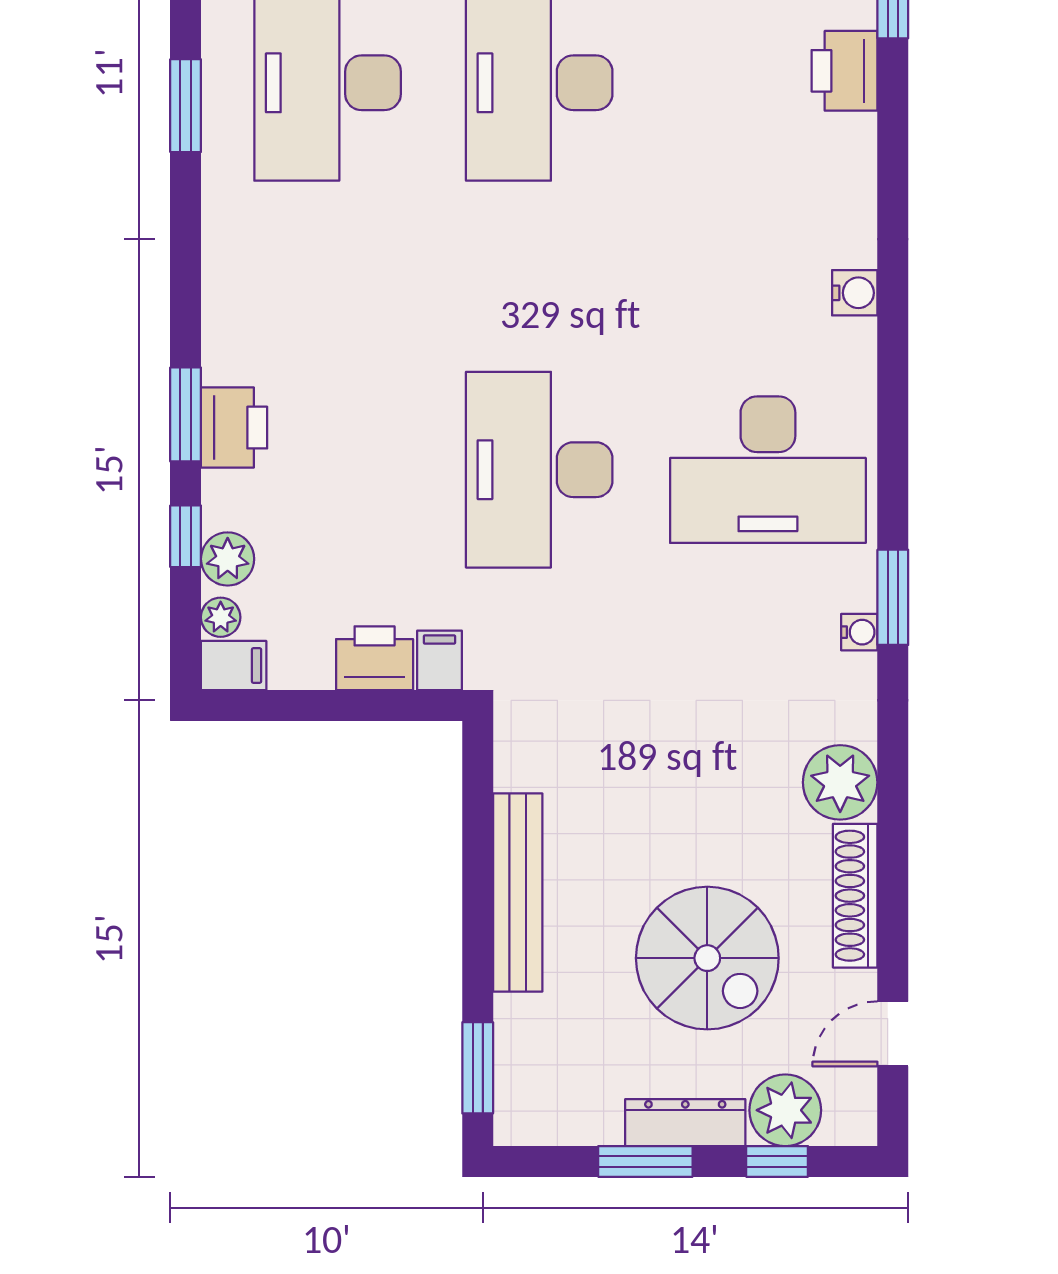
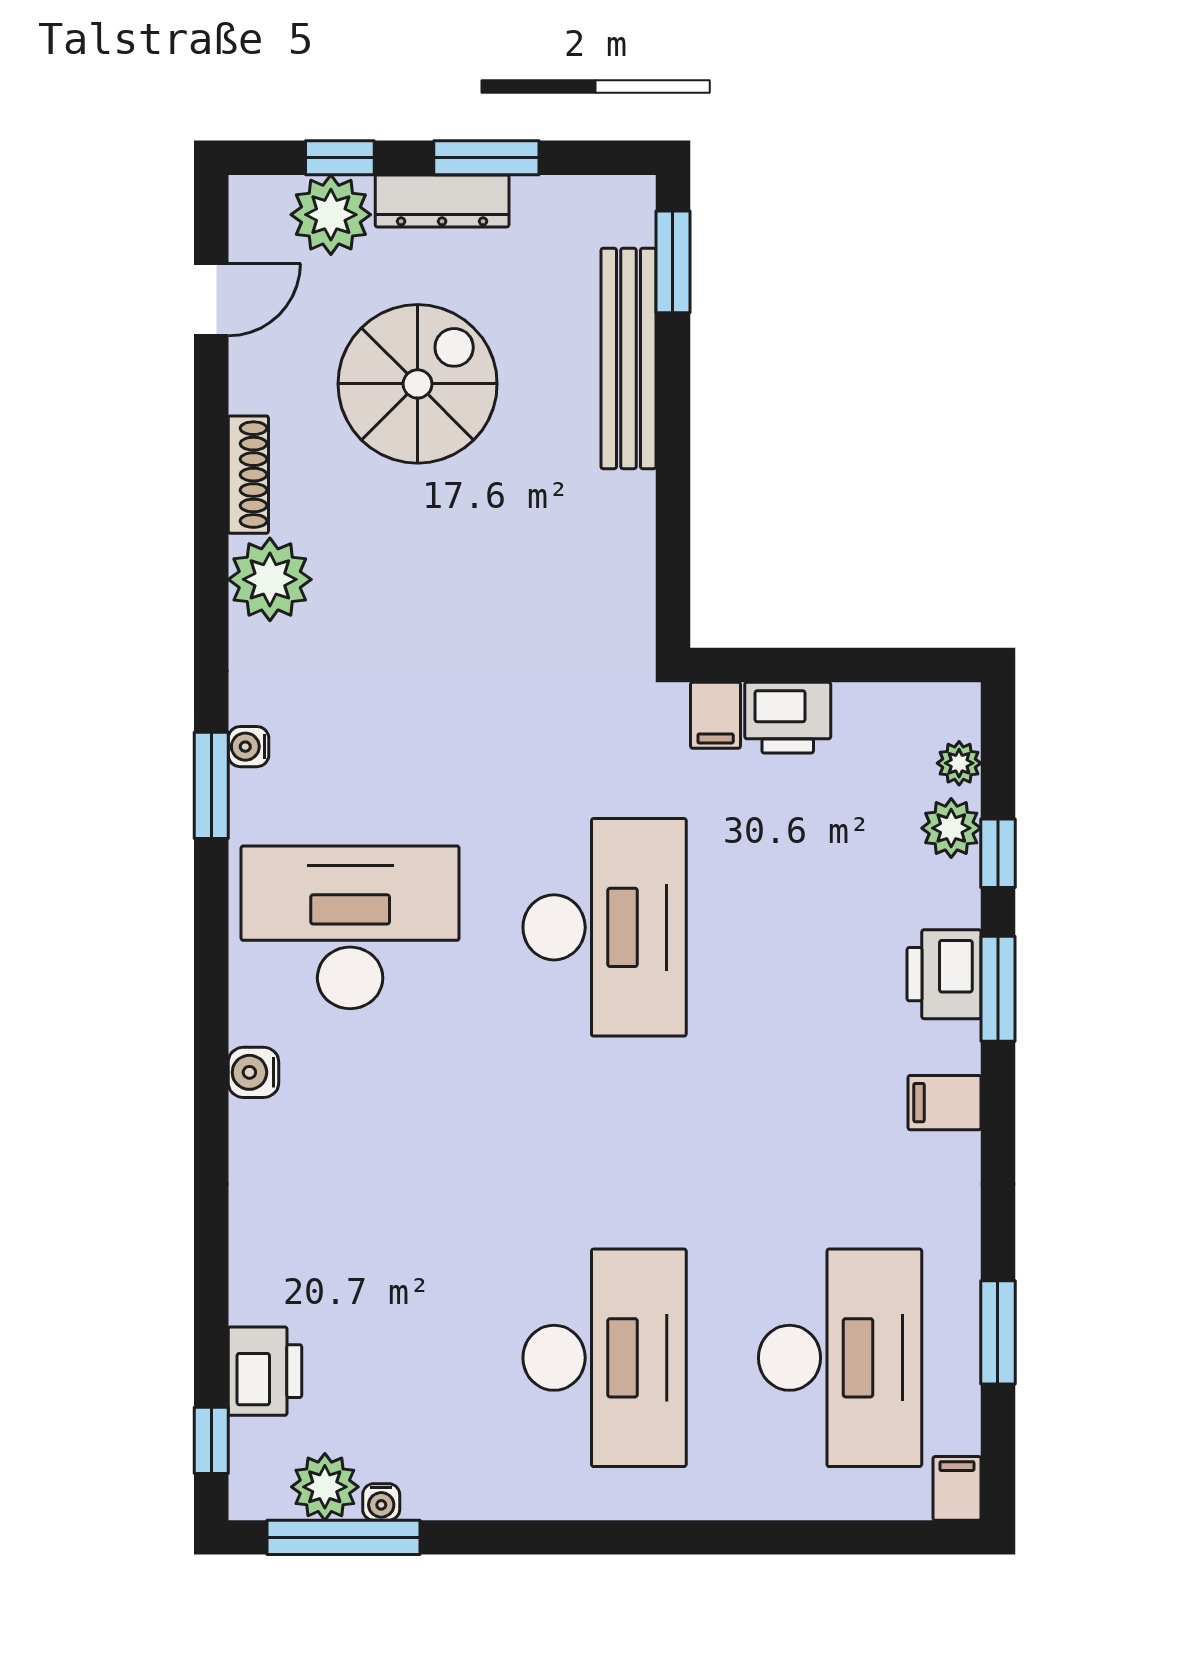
water cooler: (855, 293) -> (253, 1072), moved
filing cabinet: (234, 666) -> (945, 1103), moved
bench: (518, 892) -> (628, 358), moved
shoe rack: (855, 896) -> (248, 475), width x0.74, depth x0.81
spiral stairs: (707, 958) -> (418, 384), turned 90

